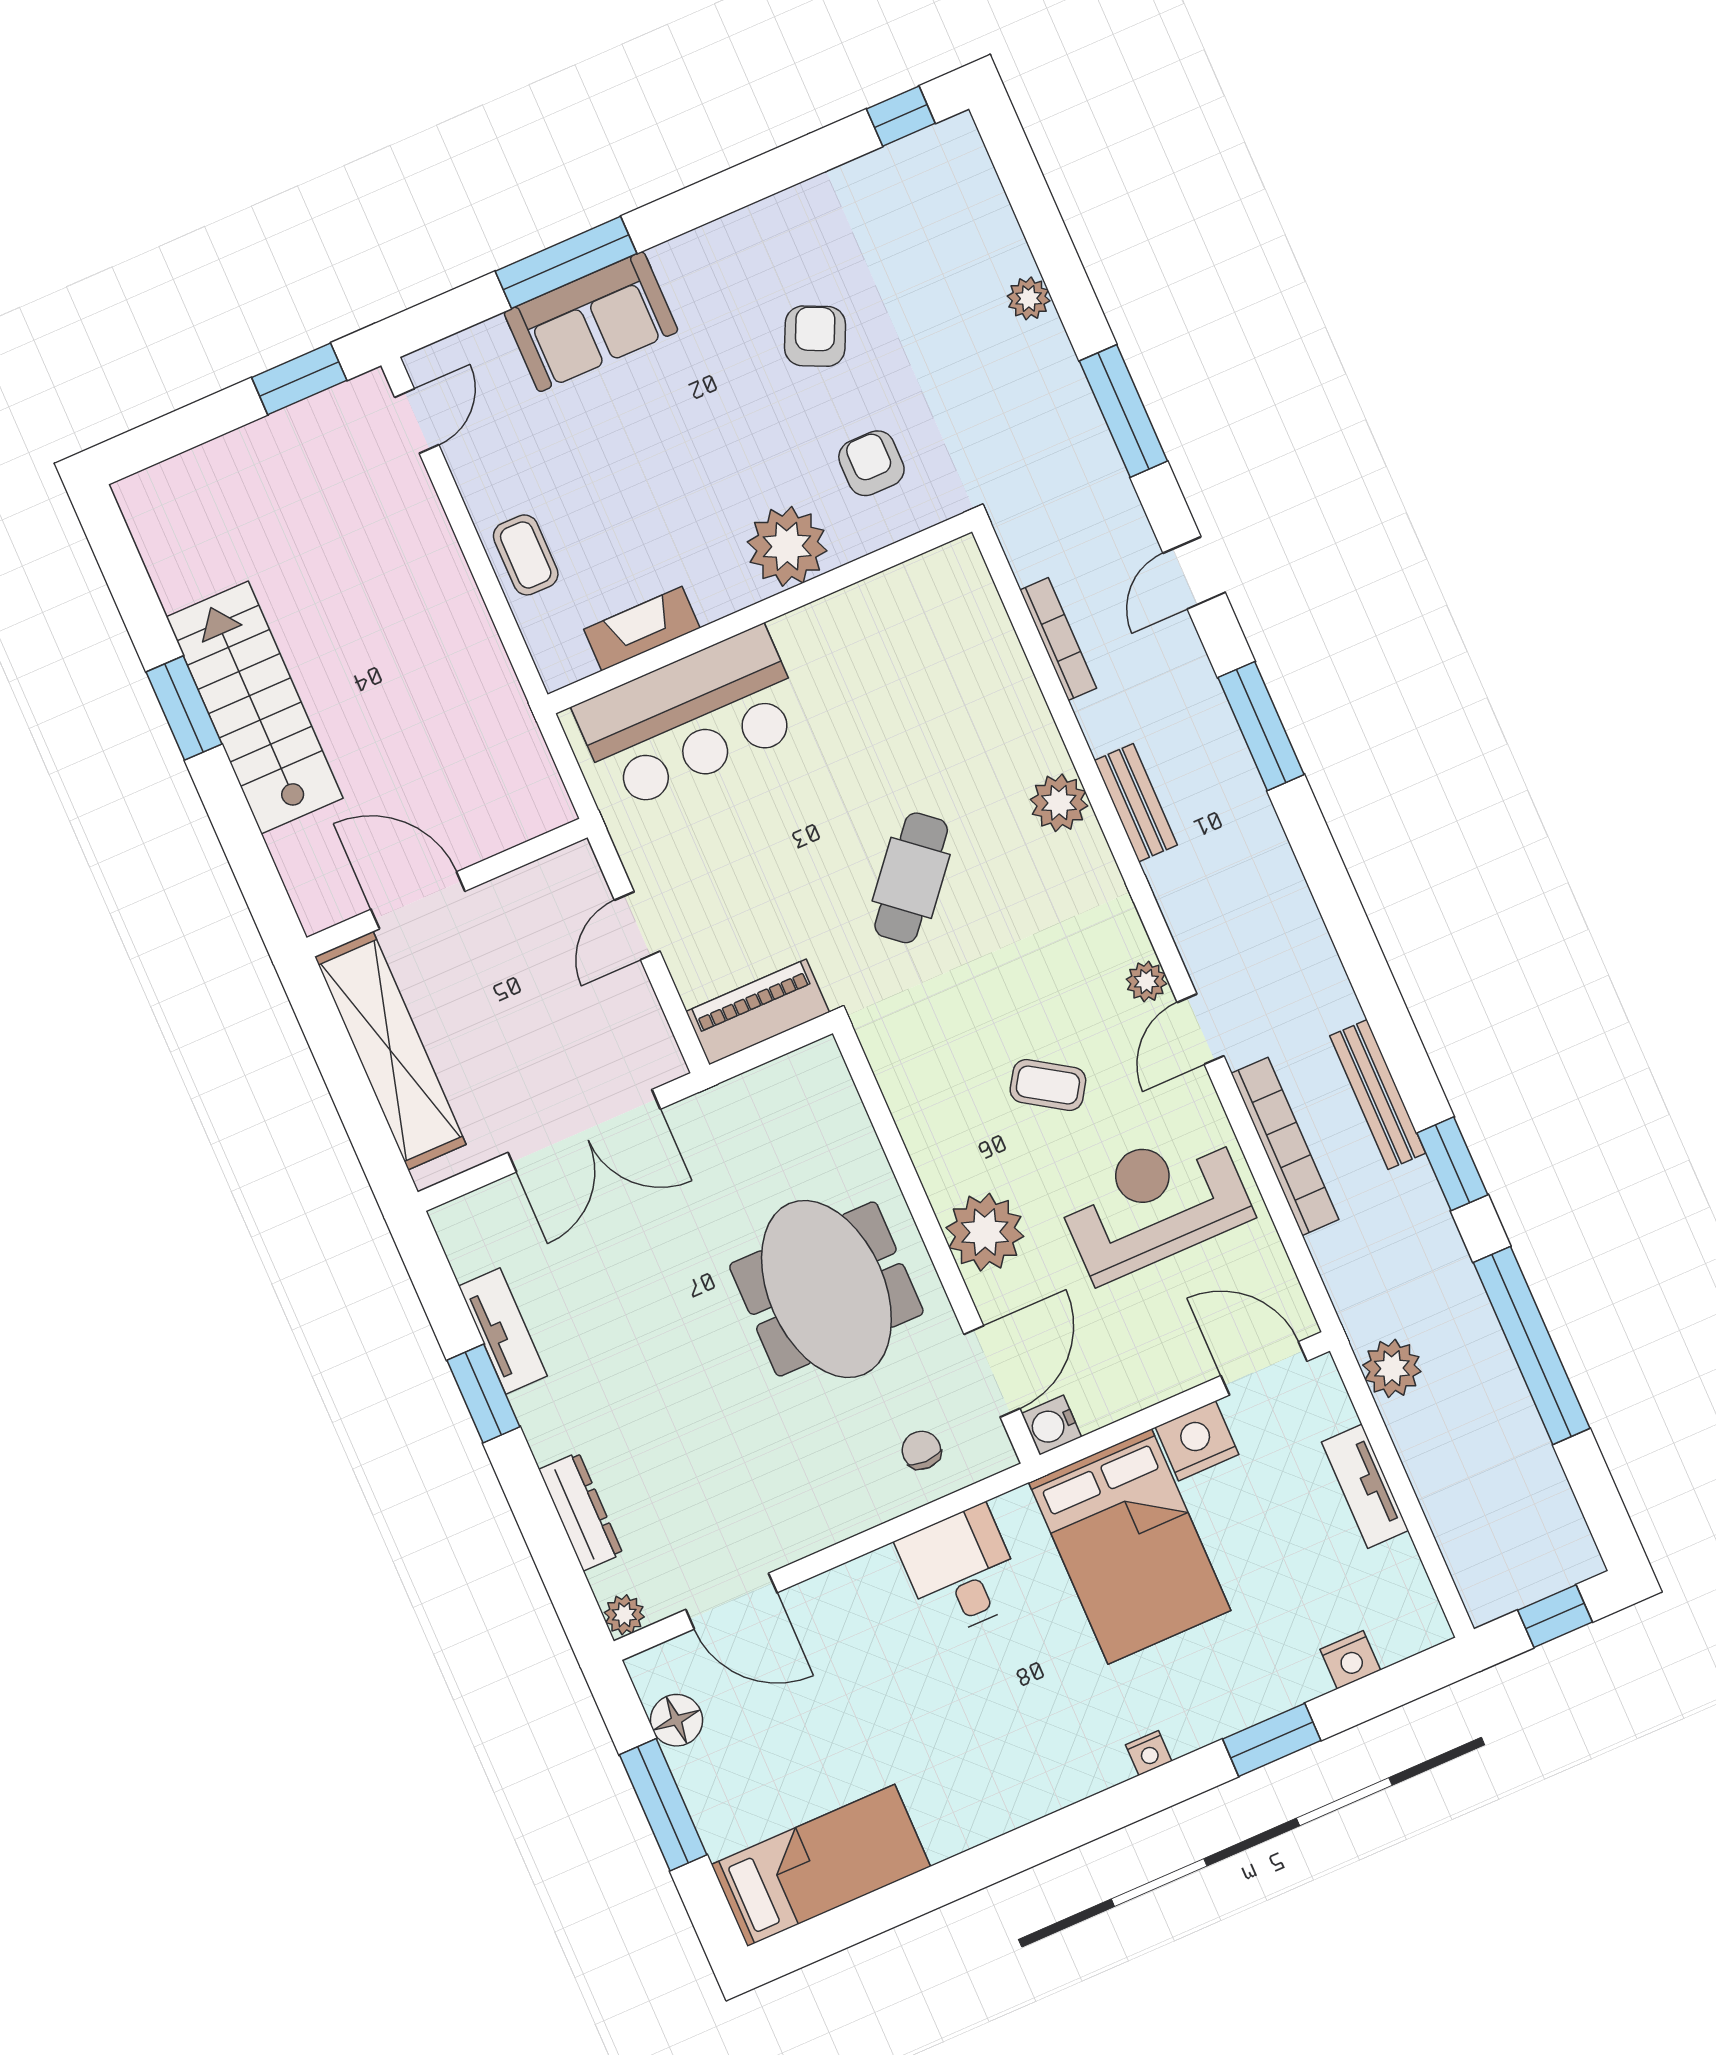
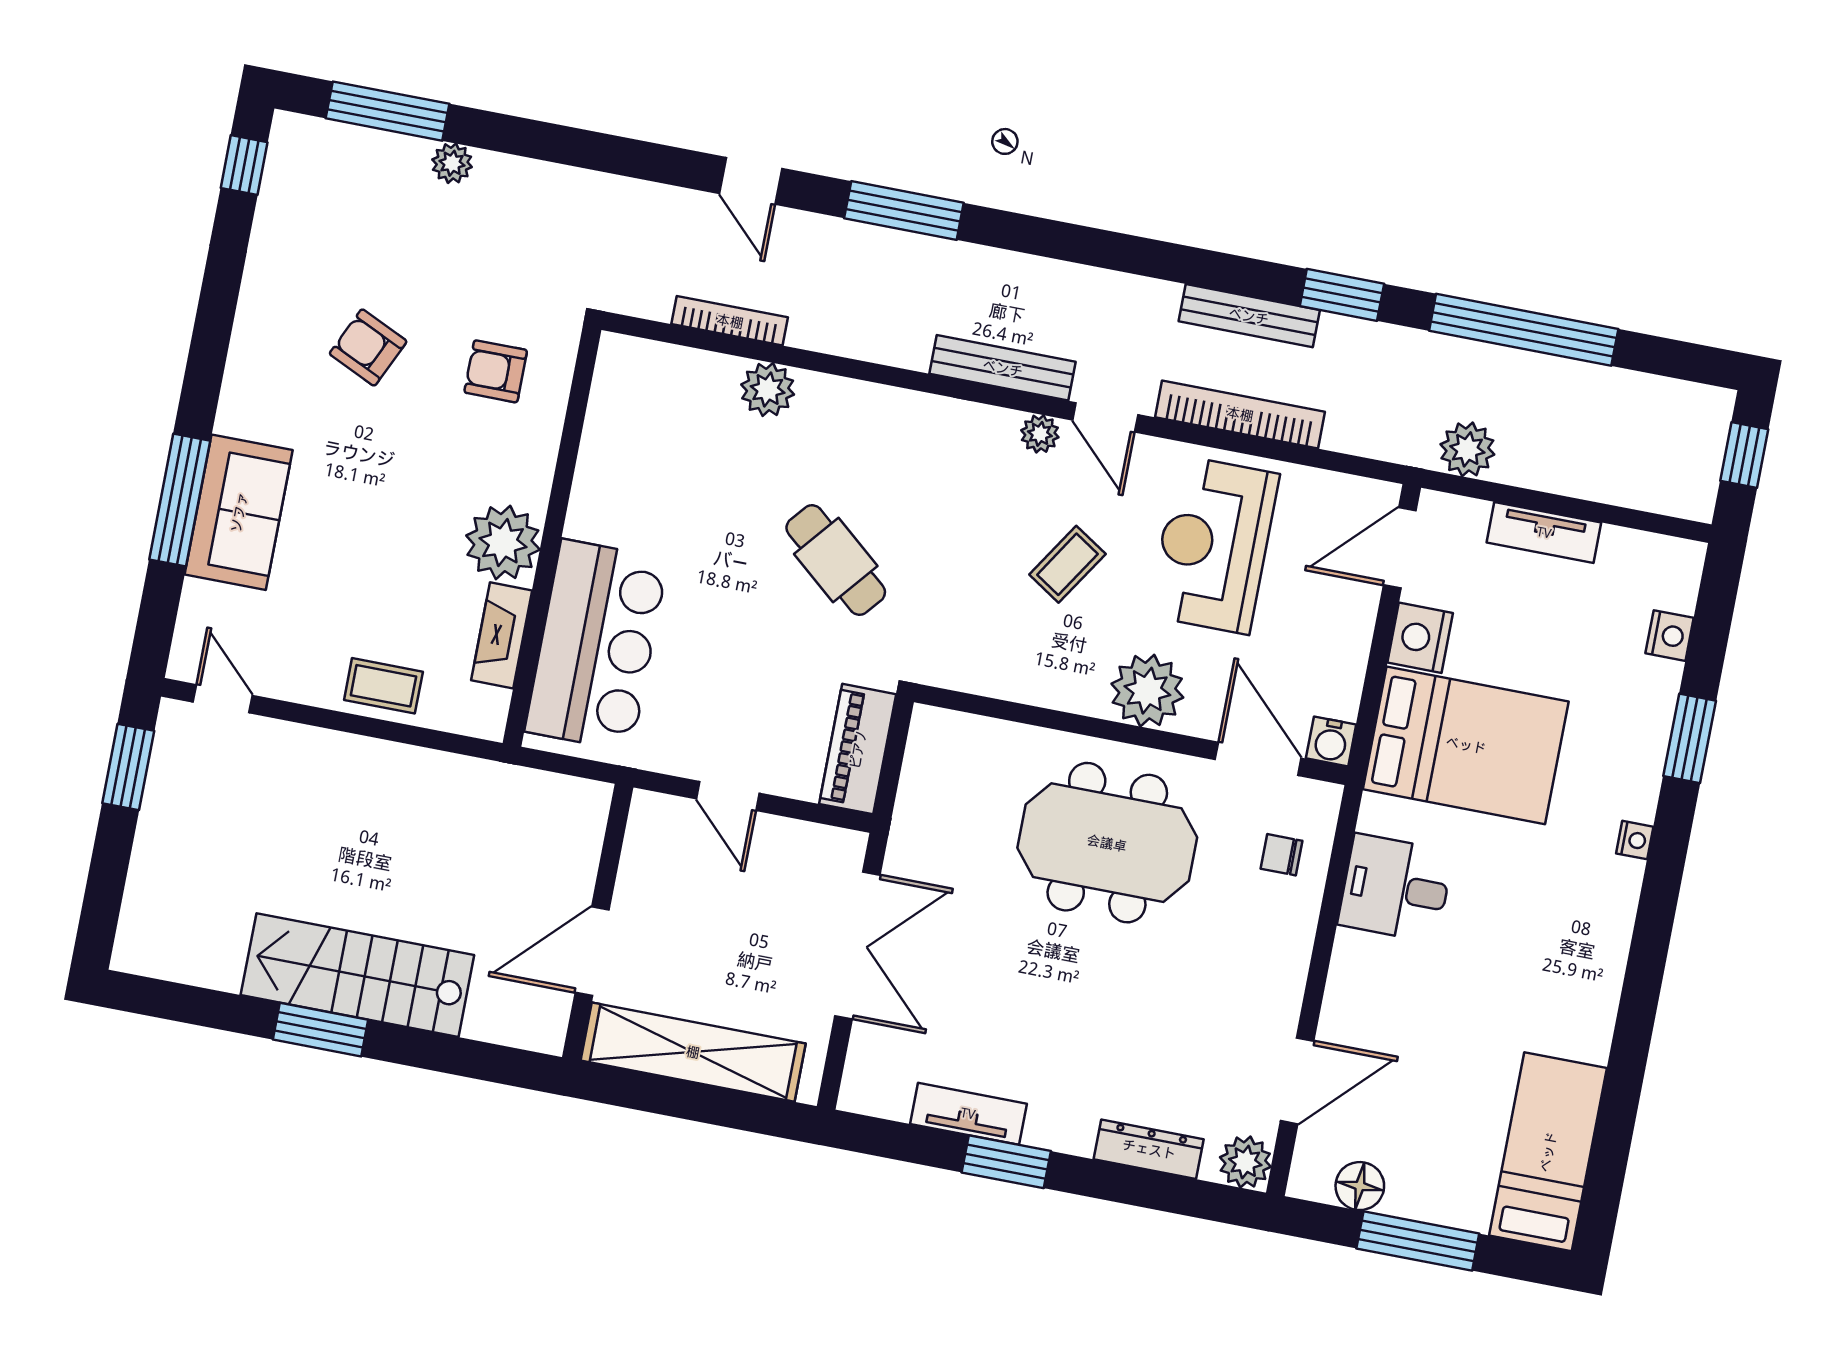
window: (1123, 411) -> (387, 111), moved
plant: (787, 546) -> (503, 543), moved
plant: (1059, 803) -> (768, 389), moved
bench: (1136, 803) -> (1003, 368), moved, width x1.36
plant: (624, 1615) -> (1245, 1162), width x1.38, depth x1.38

